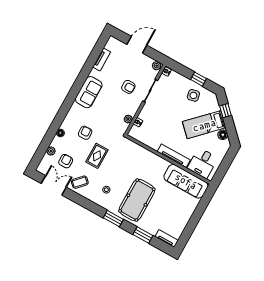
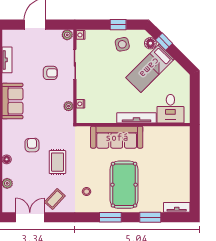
floor lamp: (223, 135) -> (150, 43), moved
armchair: (66, 161) -> (28, 185), removed
sofa: (186, 181) -> (117, 137), moved

